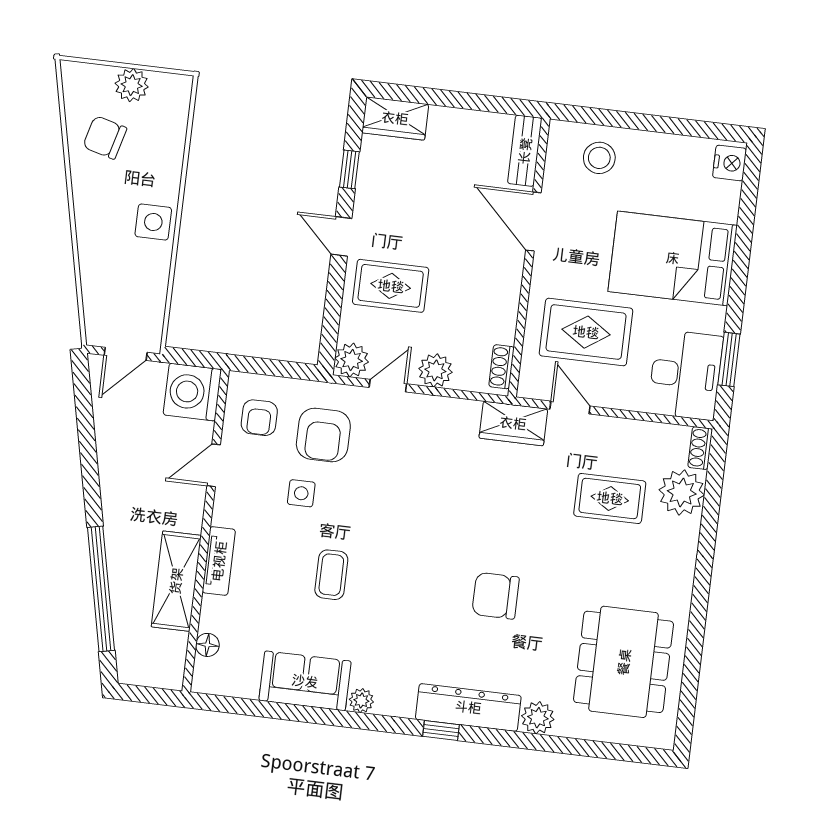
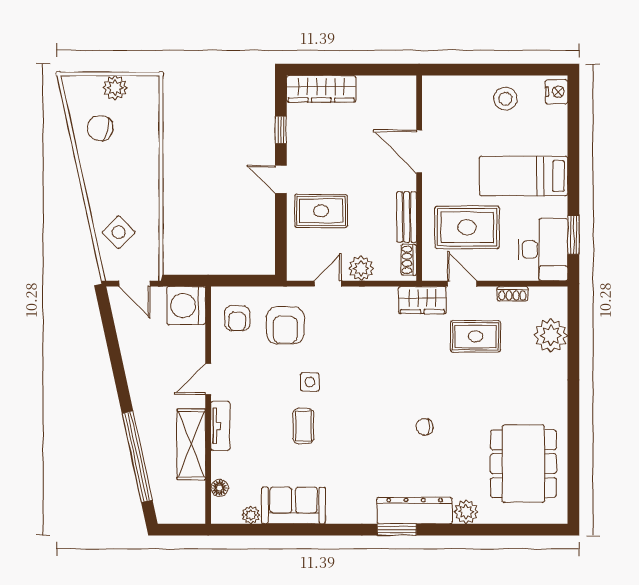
wardrobe: (395, 118) -> (321, 89), width x1.50
bench: (525, 151) -> (407, 217), moved
stool: (599, 158) -> (505, 99), moved
side table: (153, 222) -> (119, 232), moved, turned 45
bed: (673, 258) -> (524, 176), width x0.67
door: (126, 354) -> (134, 284), hinge flipped
plant: (352, 360) -> (299, 268), removed
shoe rack: (700, 448) -> (513, 294), moved, turned -90
door: (214, 465) -> (208, 379), moved
side table: (301, 493) -> (310, 382), moved
rug: (610, 498) -> (475, 336), moved
chair: (496, 596) -> (425, 427), width x0.54, depth x0.54
plant: (361, 701) -> (251, 515), moved
window: (441, 730) -> (397, 530), width x1.50

